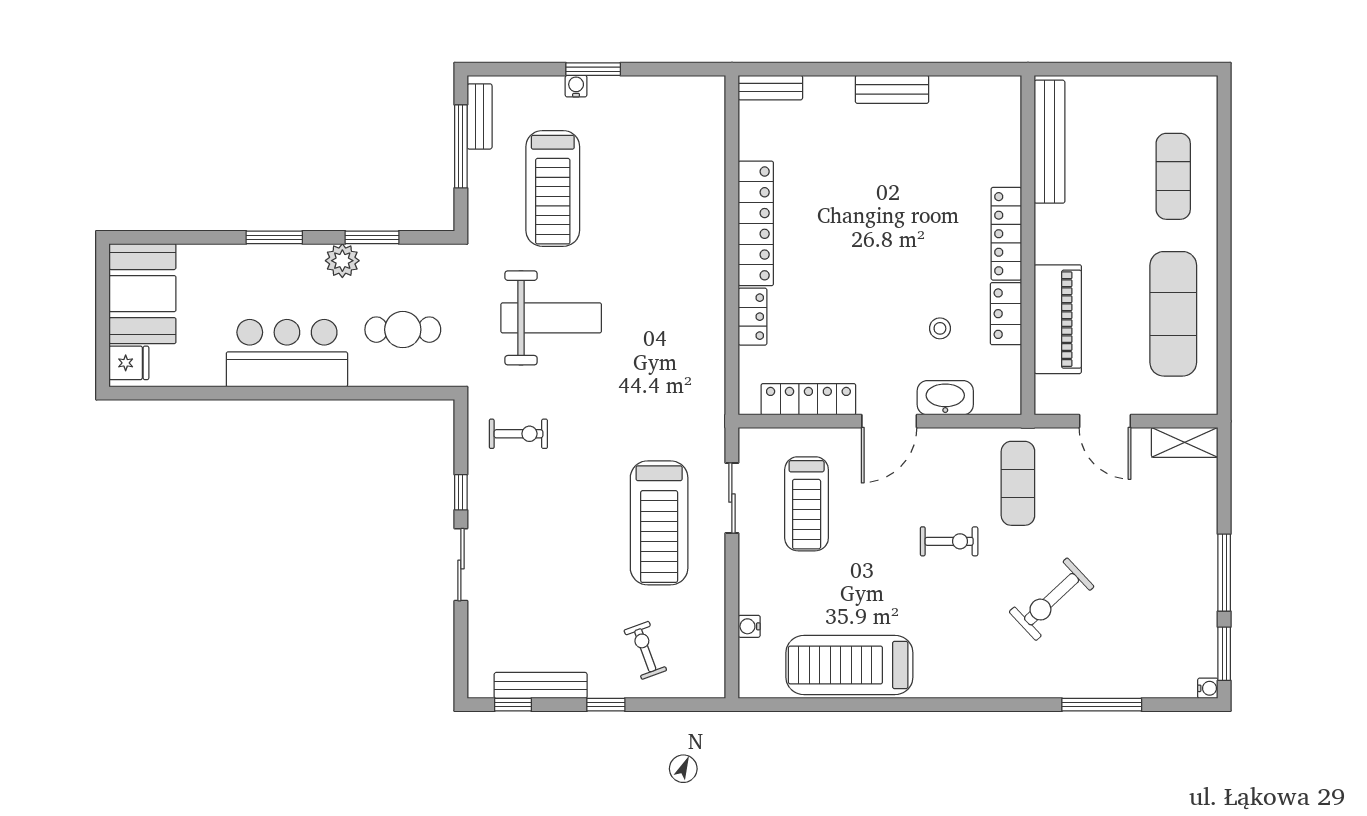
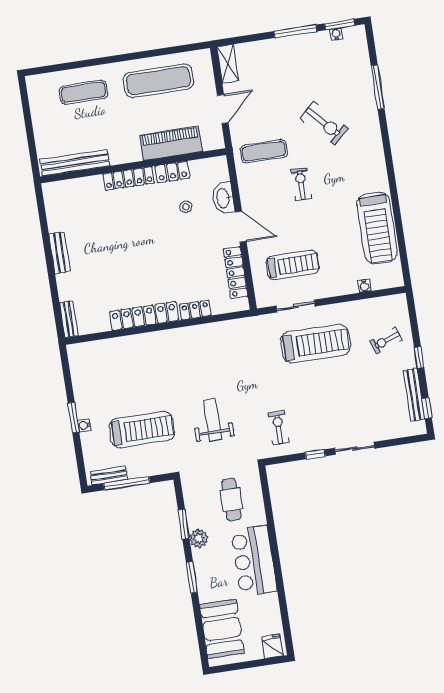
booth: (142, 294) -> (222, 629), moved, turned 90
weight bench: (551, 318) -> (213, 420), width x0.73, depth x0.75
water cooler: (1208, 688) -> (336, 34), moved

